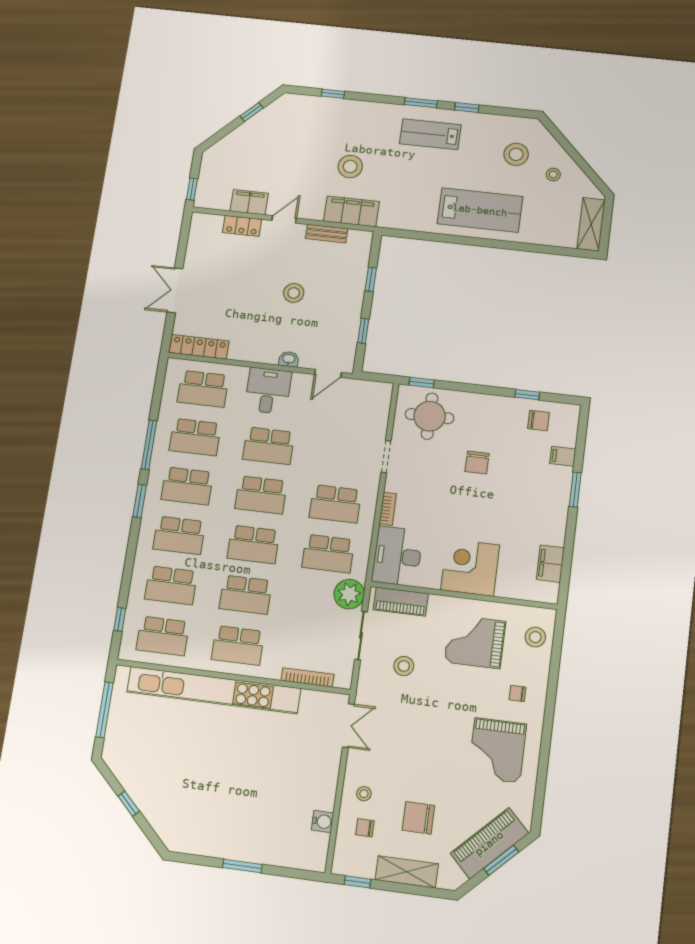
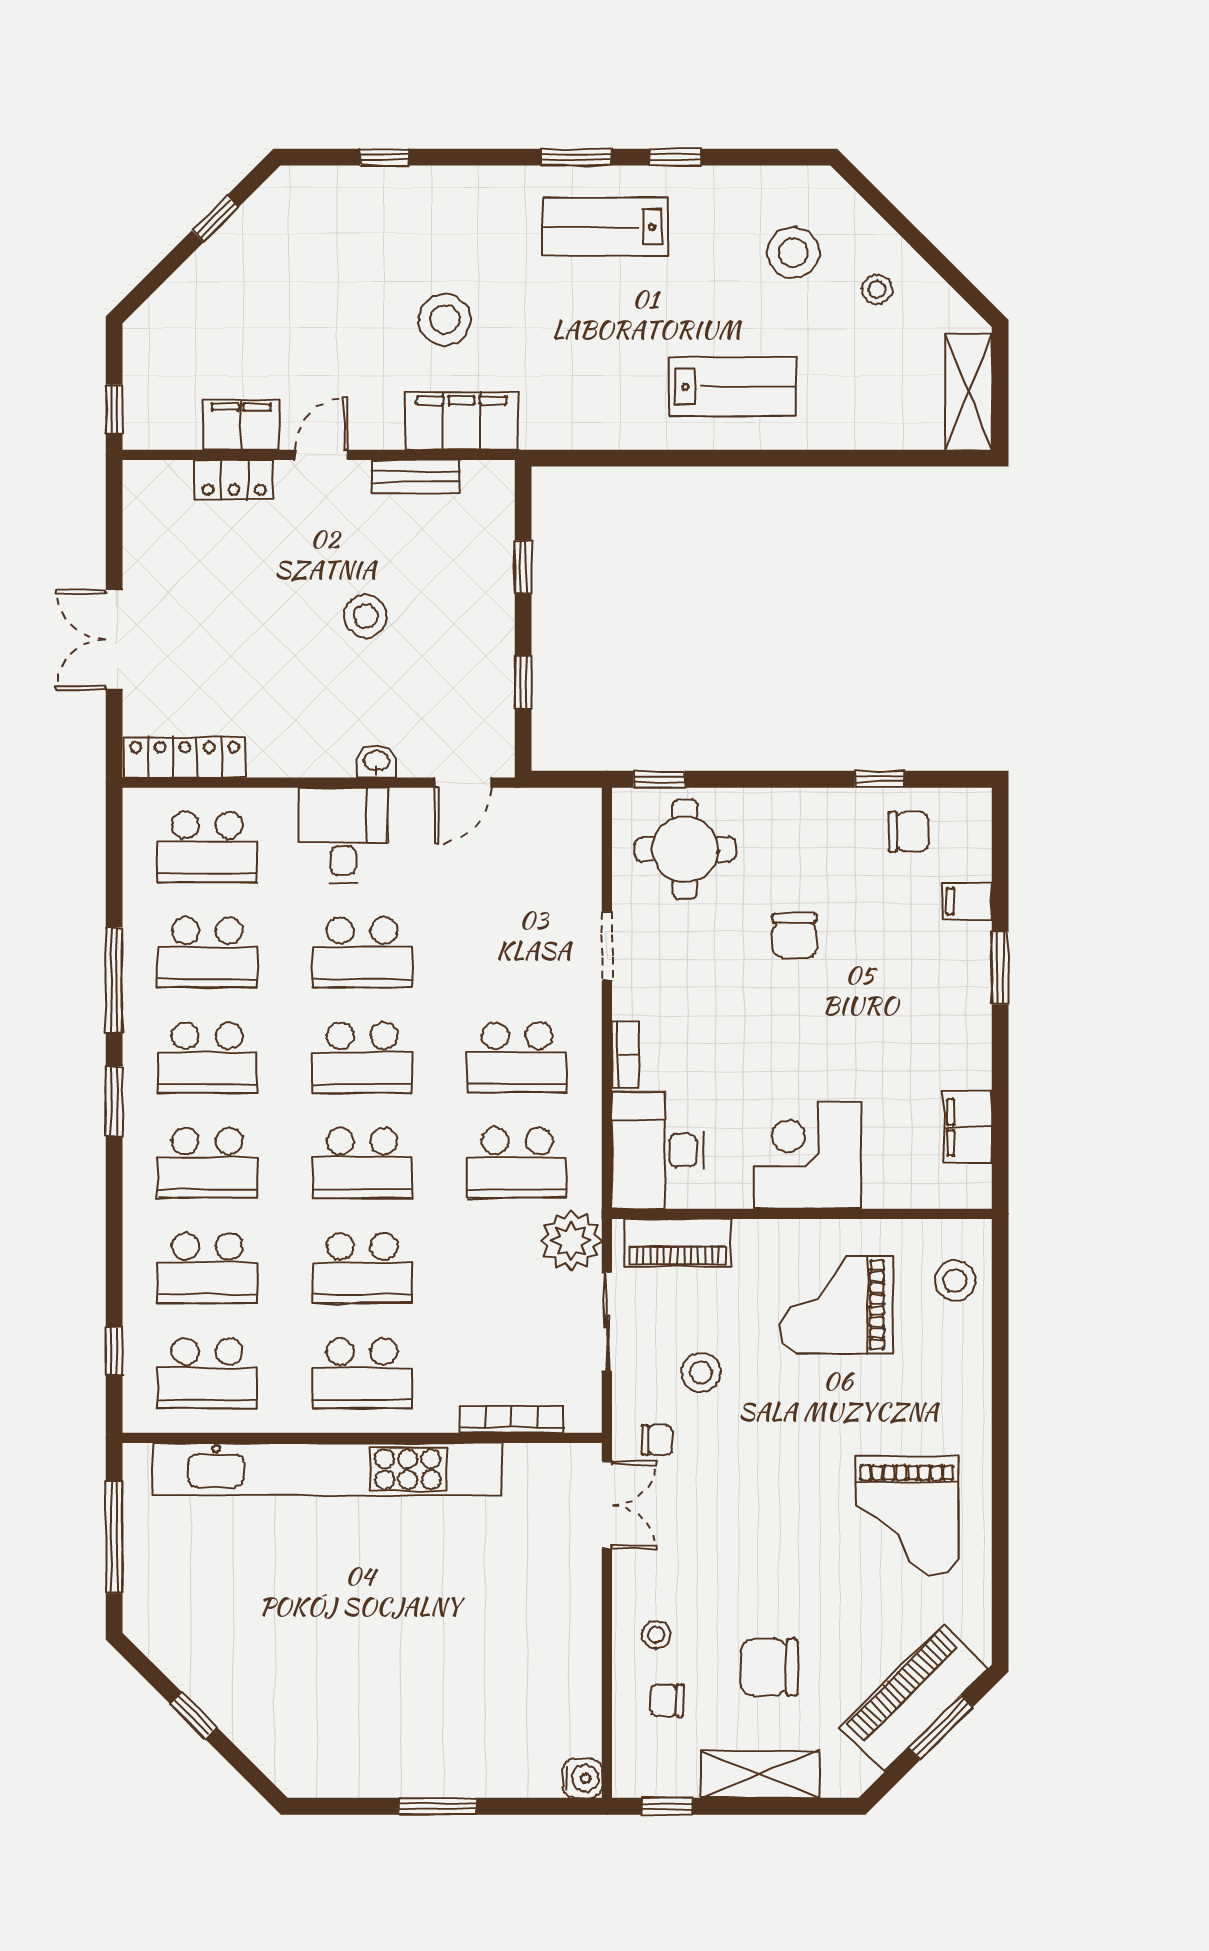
lab bench: (480, 210) -> (732, 387), width x0.73, depth x0.72
chair: (518, 693) -> (657, 1440), moved, turned 180
water cooler: (323, 821) -> (582, 1778), moved

